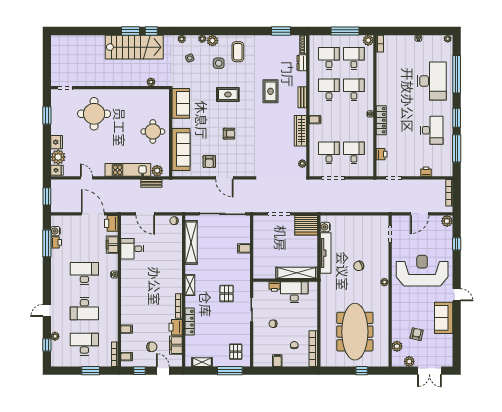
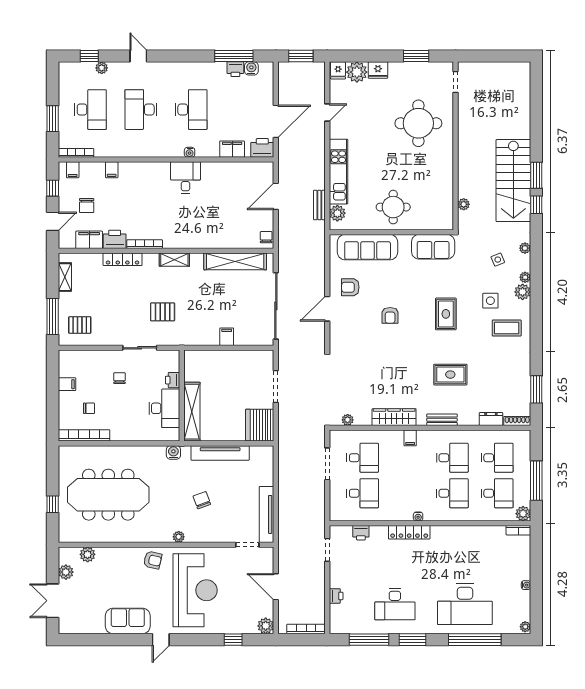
tv unit: (369, 220) -> (267, 514), added
water cooler: (325, 227) -> (173, 452), moved
desk: (132, 249) -> (185, 178), moved
armchair: (417, 334) -> (153, 560), moved

